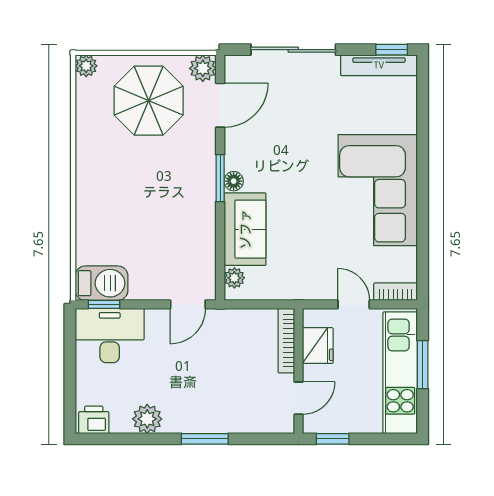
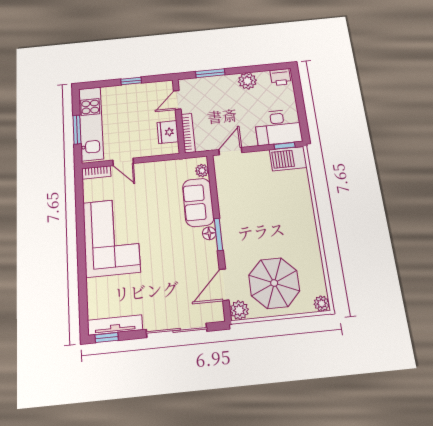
bookcase: (286, 341) -> (188, 133), moved
fridge: (318, 346) -> (168, 132), moved
wall: (298, 371) -> (179, 116), moved
door: (298, 398) -> (177, 100), moved

